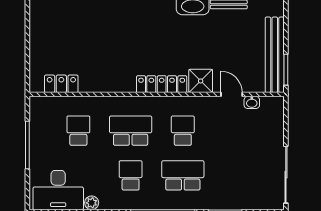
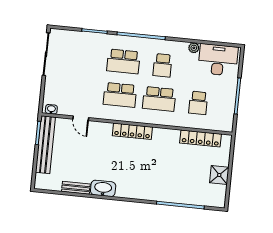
shower: (201, 81) -> (219, 175), moved
locker: (61, 84) -> (201, 139), width x1.53
washbasin: (252, 102) -> (51, 109), moved
school desk: (183, 131) -> (120, 95), width x1.85

